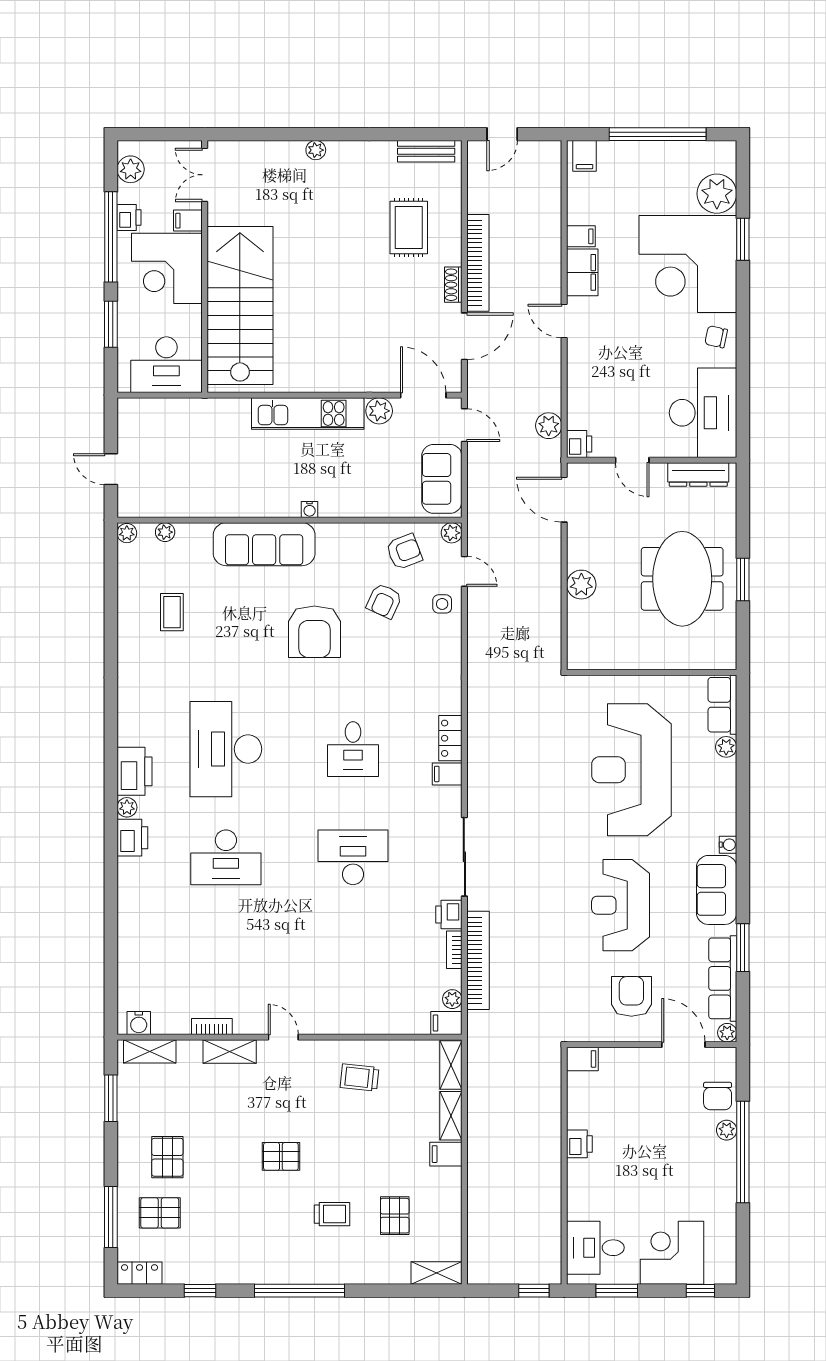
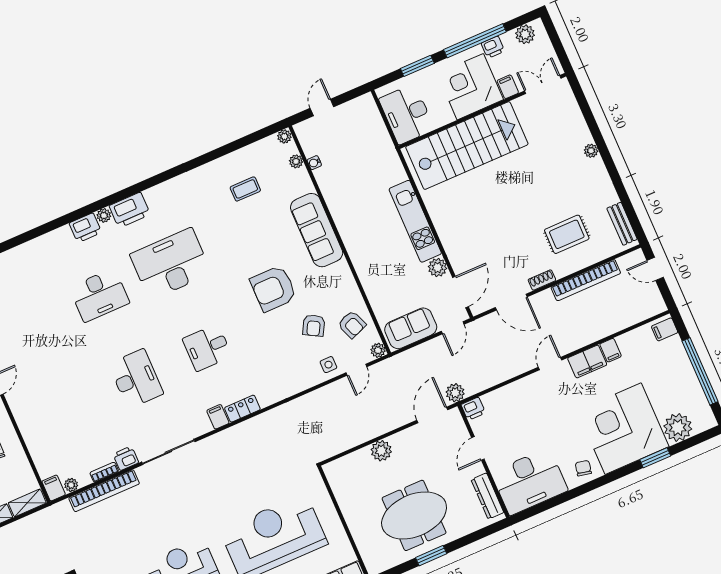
bookcase: (478, 263) -> (586, 280), moved
plant: (549, 426) -> (455, 393), moved
water cooler: (310, 509) -> (314, 163), moved
armchair: (384, 601) -> (314, 326), turned -86
desk: (226, 857) -> (99, 295), turned -90

